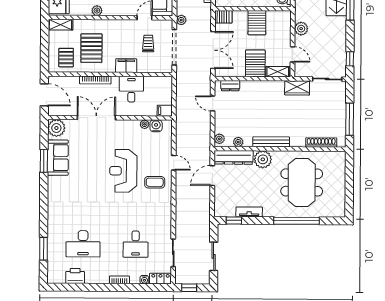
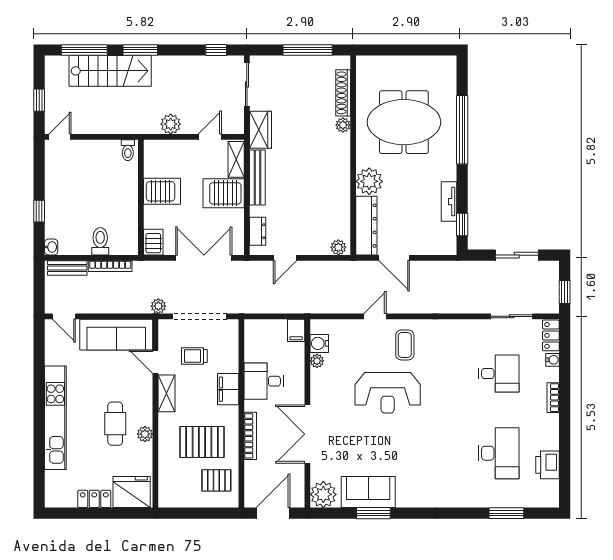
shelving: (60, 25) -> (166, 393), moved
plant: (238, 142) -> (343, 125), moved
bench: (271, 142) -> (257, 178), moved

